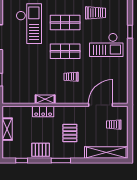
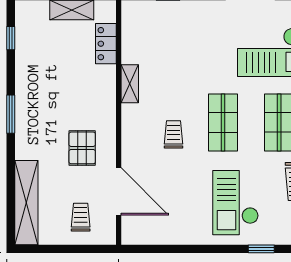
locker: (43, 112) -> (106, 44), moved
pallet: (70, 133) -> (82, 148), moved, turned 90
pallet: (41, 150) -> (32, 75), removed

